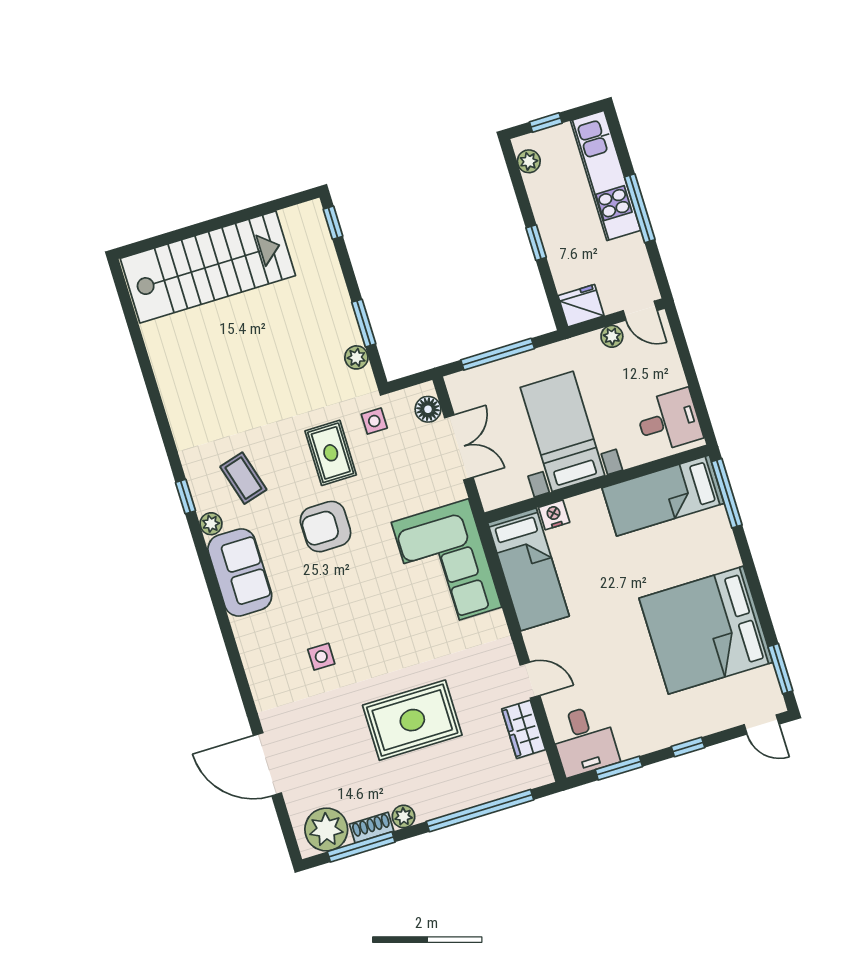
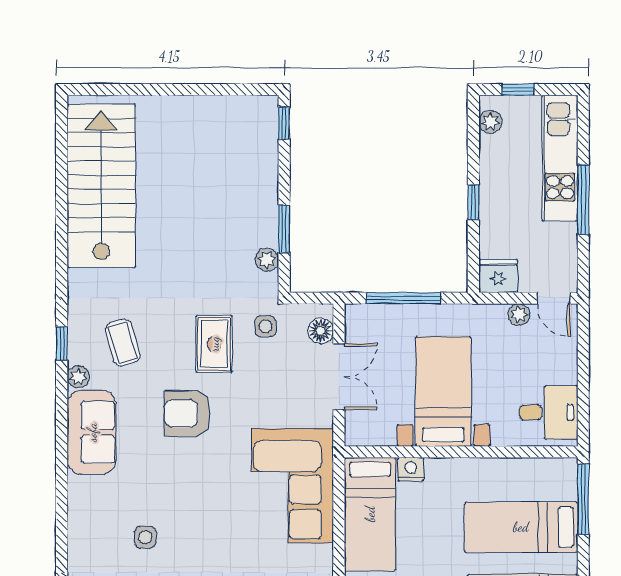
stairs: (208, 267) -> (101, 186), moved, turned -90
bed: (663, 496) -> (521, 527), moved

